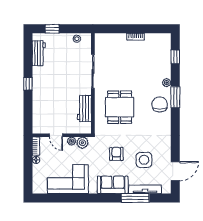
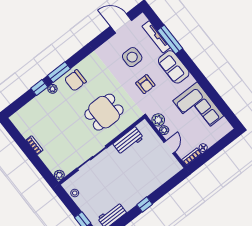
plant: (99, 38) -> (59, 175), added
window: (175, 57) -> (39, 88), moved
armchair: (116, 154) -> (145, 84), turned -90

